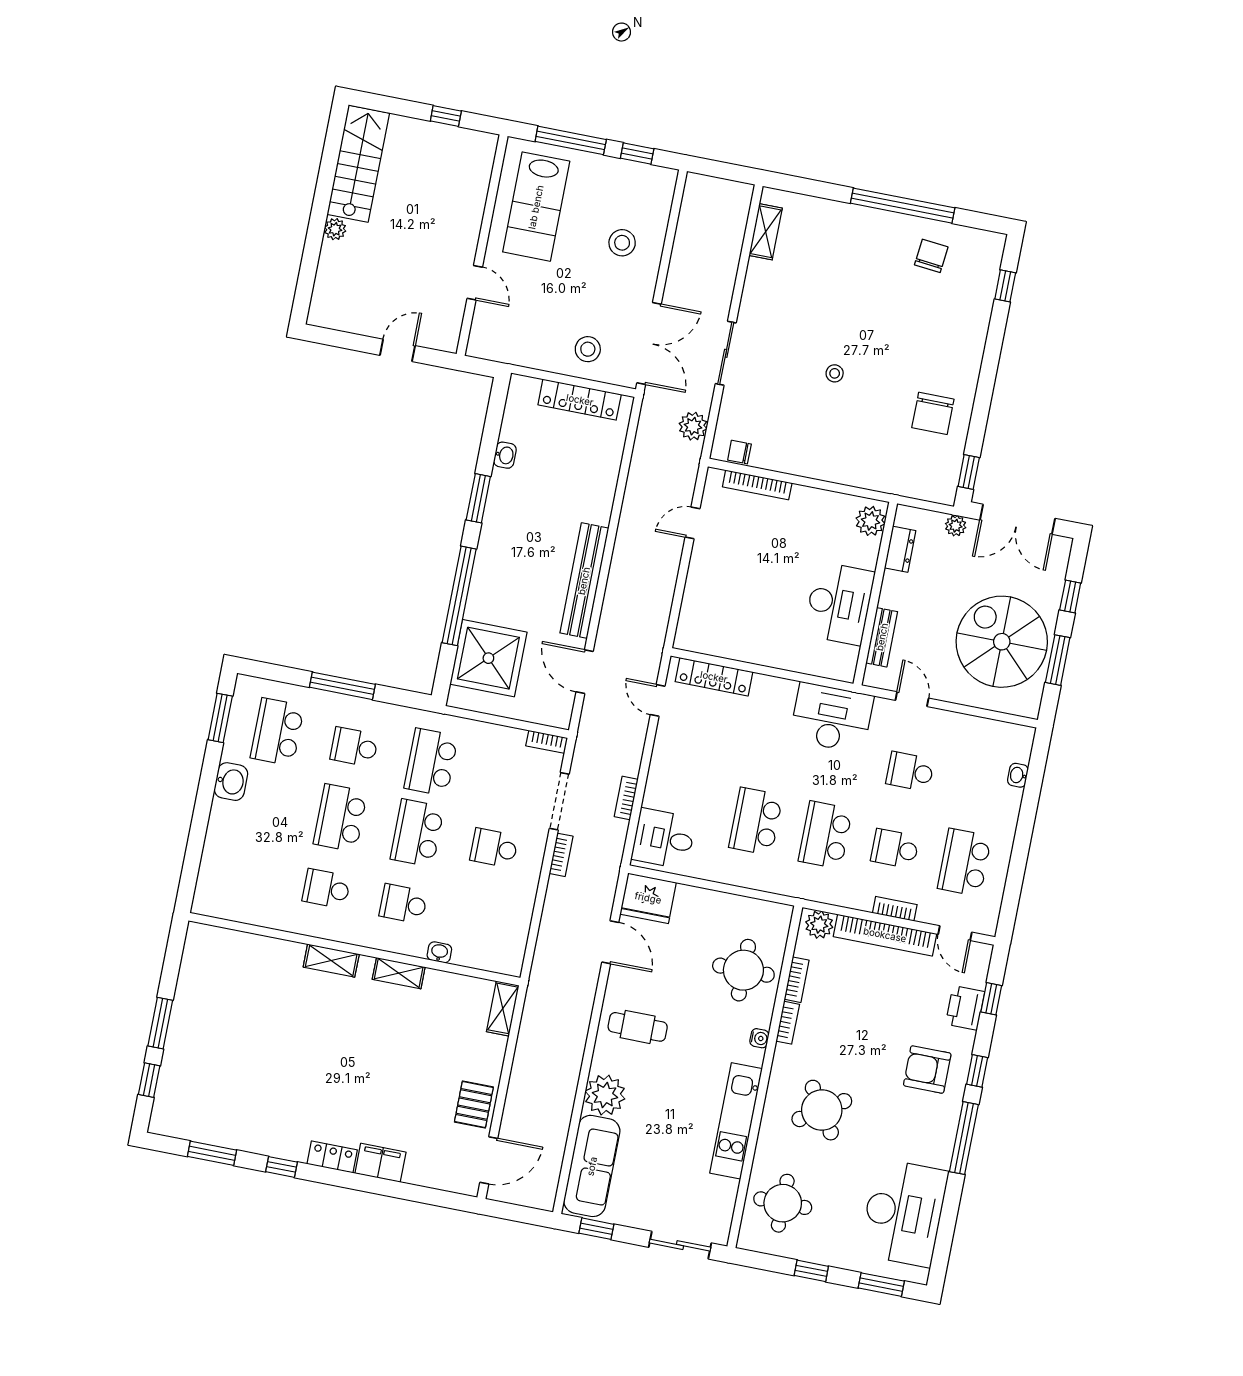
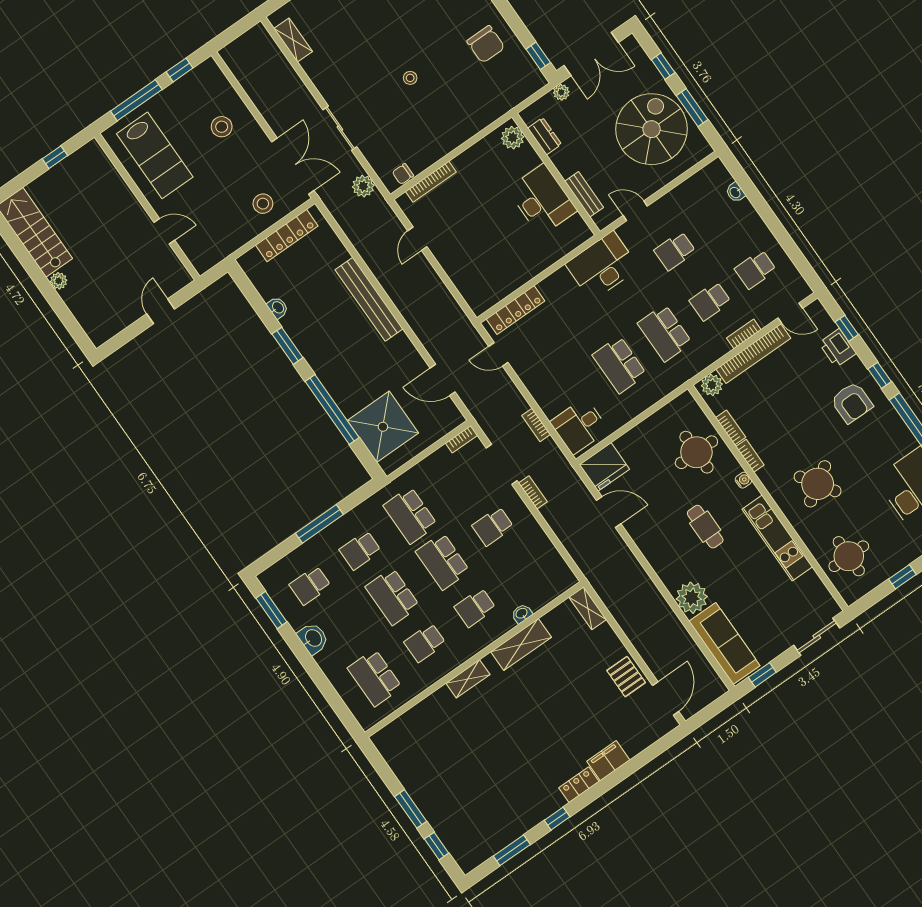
bench: (584, 581) -> (369, 299), moved
spiral stairs: (1002, 642) -> (652, 129), turned 90
school desk: (277, 732) -> (310, 585), width x0.54
school desk: (965, 862) -> (755, 269), width x0.54
school desk: (249, 874) -> (375, 678), added
shelving: (399, 973) -> (521, 645), width x1.50, depth x1.33
cafe table: (638, 1027) -> (705, 527), moved, turned 90
armchair: (927, 1069) -> (852, 403), turned -90

